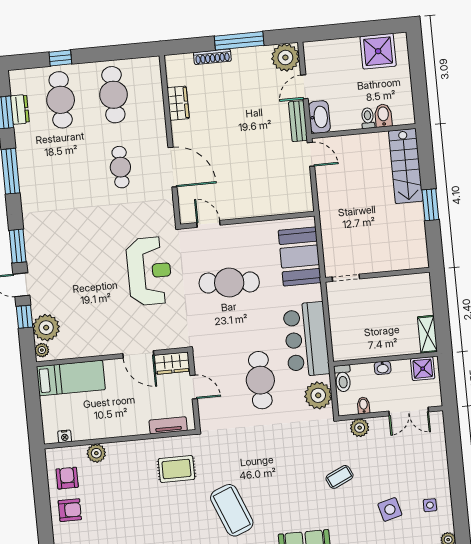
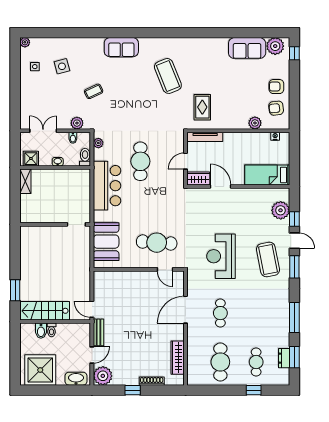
window: (239, 41) -> (133, 390), width x0.46
shower: (378, 51) -> (40, 370), width x1.37, depth x1.37
cafe table: (61, 100) -> (256, 362), width x0.73, depth x0.74
wardrobe: (178, 103) -> (178, 358), width x1.50
washbasin: (319, 117) -> (76, 379), moved, turned 90
stairs: (406, 166) -> (45, 311), moved, turned -90
door: (172, 167) -> (186, 310), hinge flipped
window: (430, 205) -> (15, 290), moved
coffee table: (58, 253) -> (268, 260), added
reception desk: (149, 271) -> (221, 256), moved
cafe table: (229, 282) -> (157, 243), moved
plant: (42, 350) -> (285, 196), removed
door: (194, 387) -> (186, 161), hinge flipped
plant: (318, 395) -> (98, 143), width x0.53, depth x0.53
tv unit: (168, 425) -> (205, 137), width x1.41
rug: (176, 469) -> (202, 107), turned 90
armchair: (67, 478) -> (276, 108), turned 84

